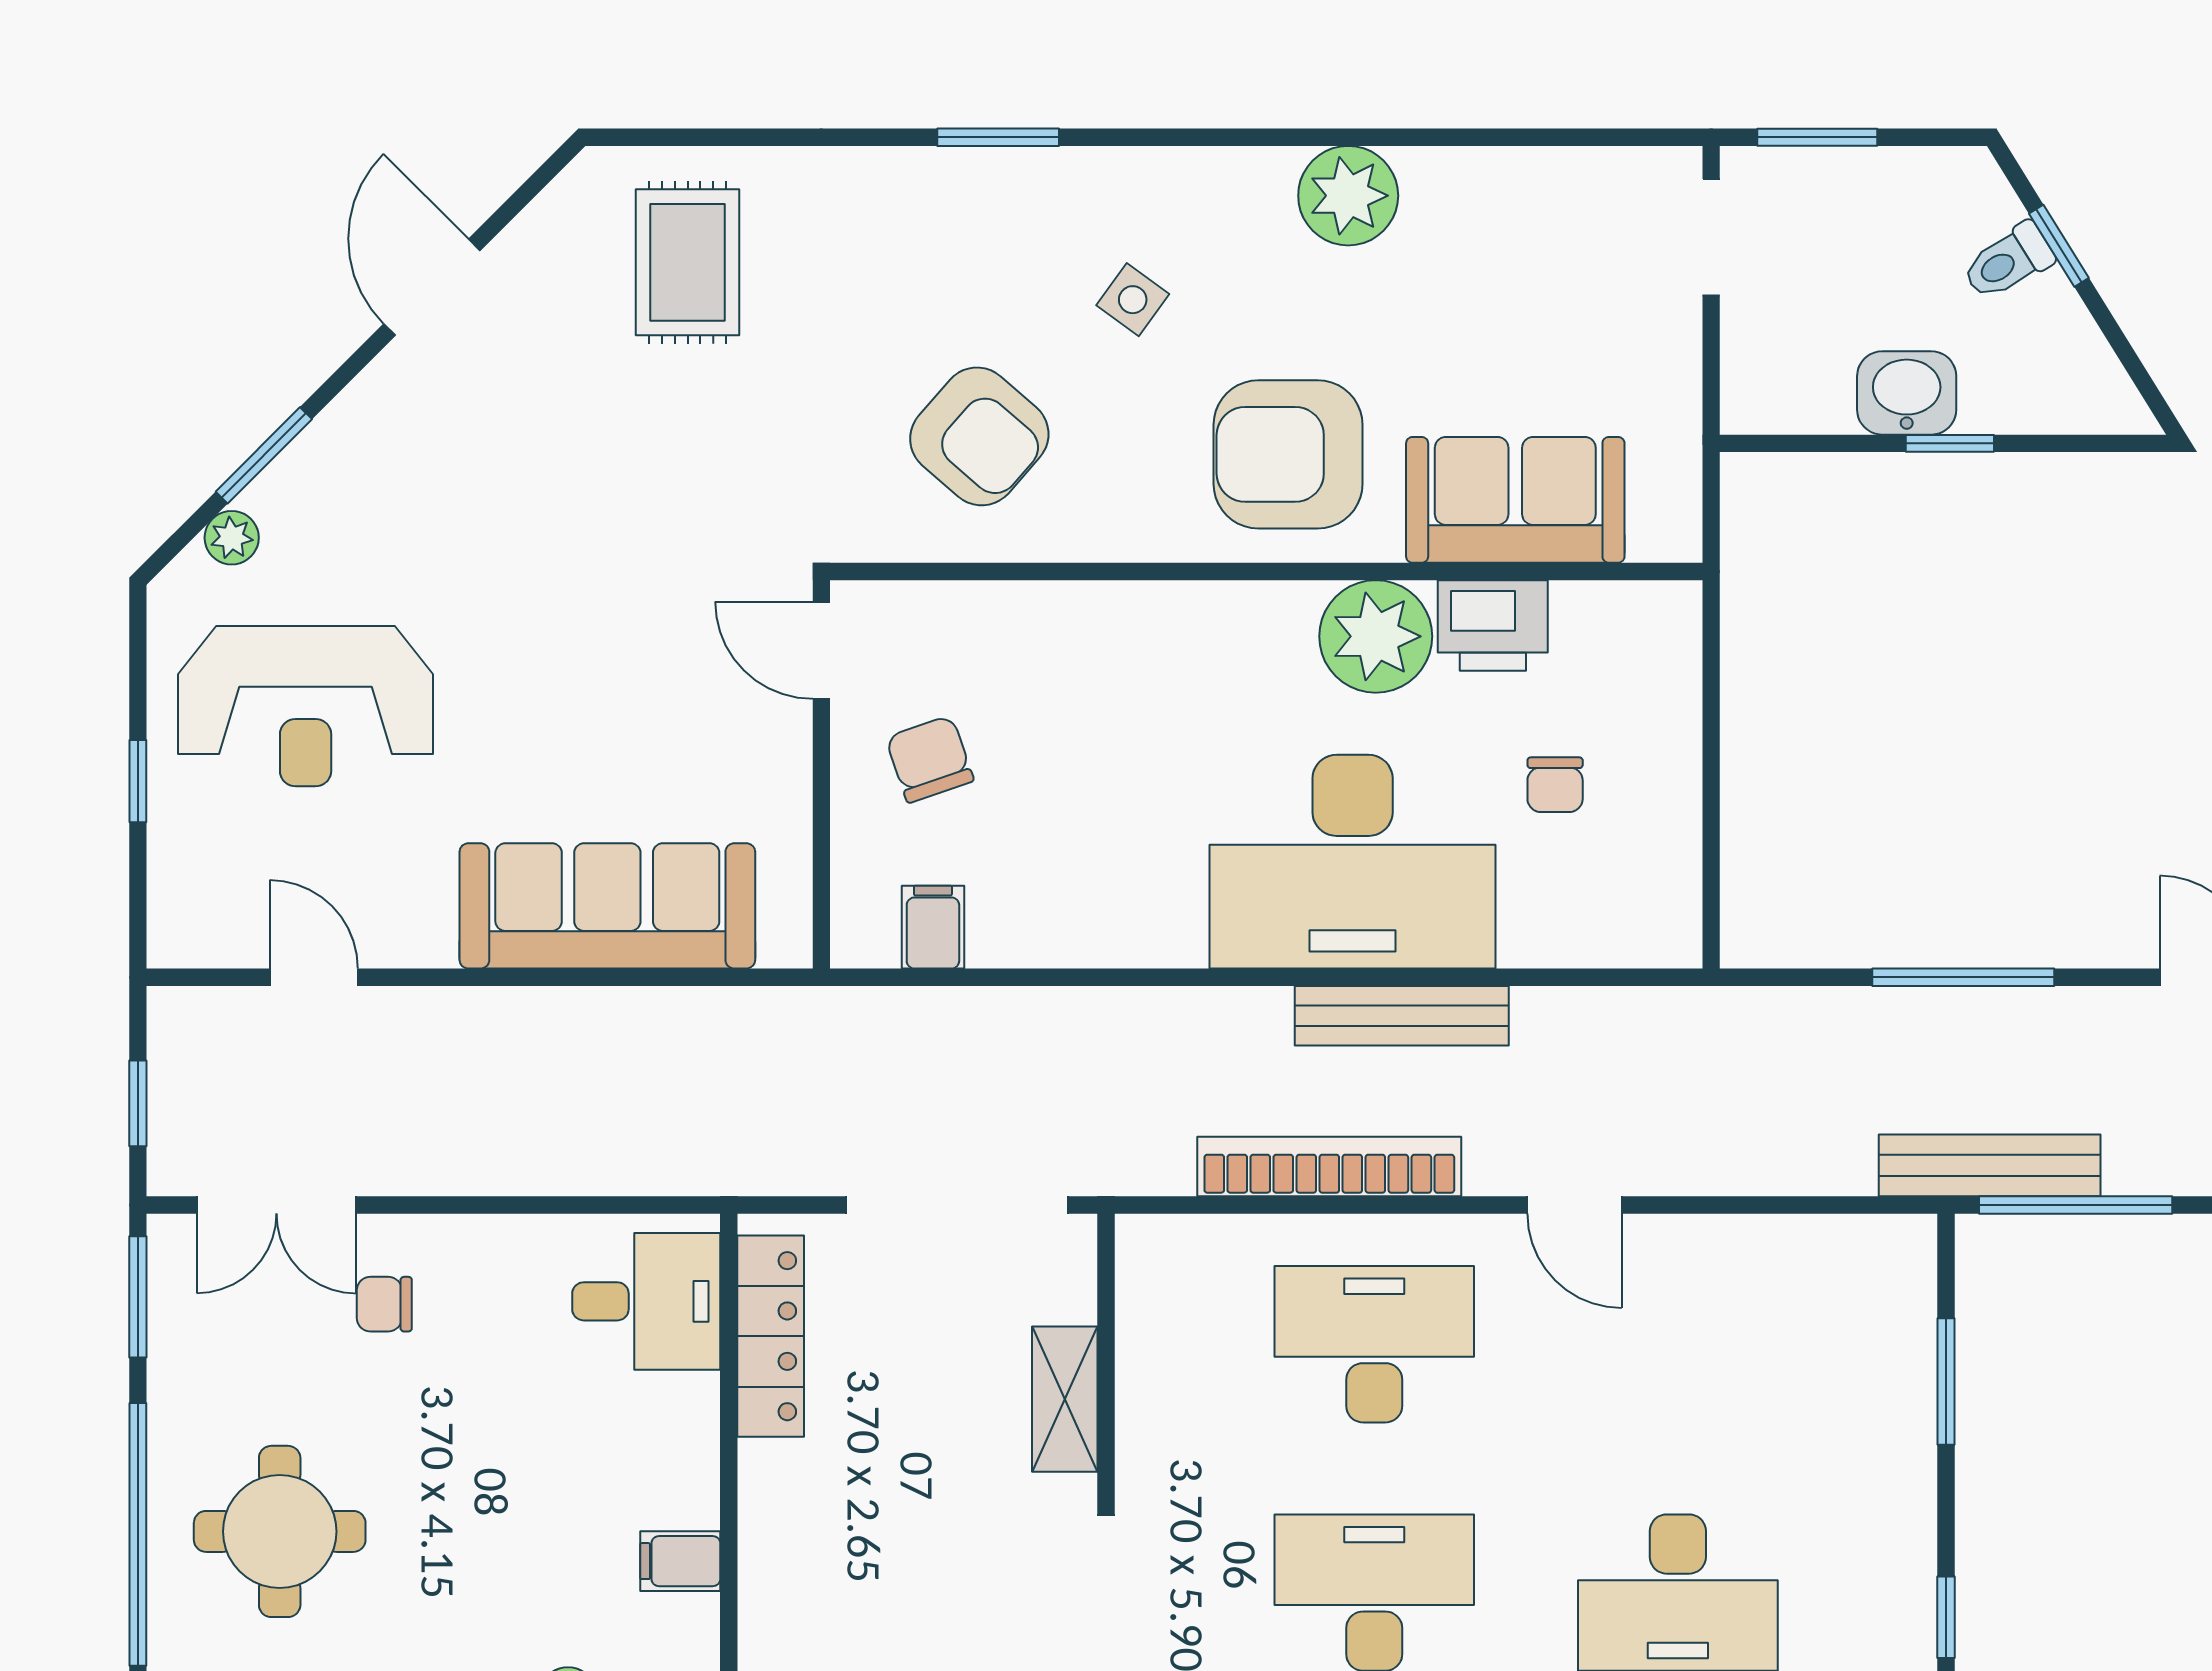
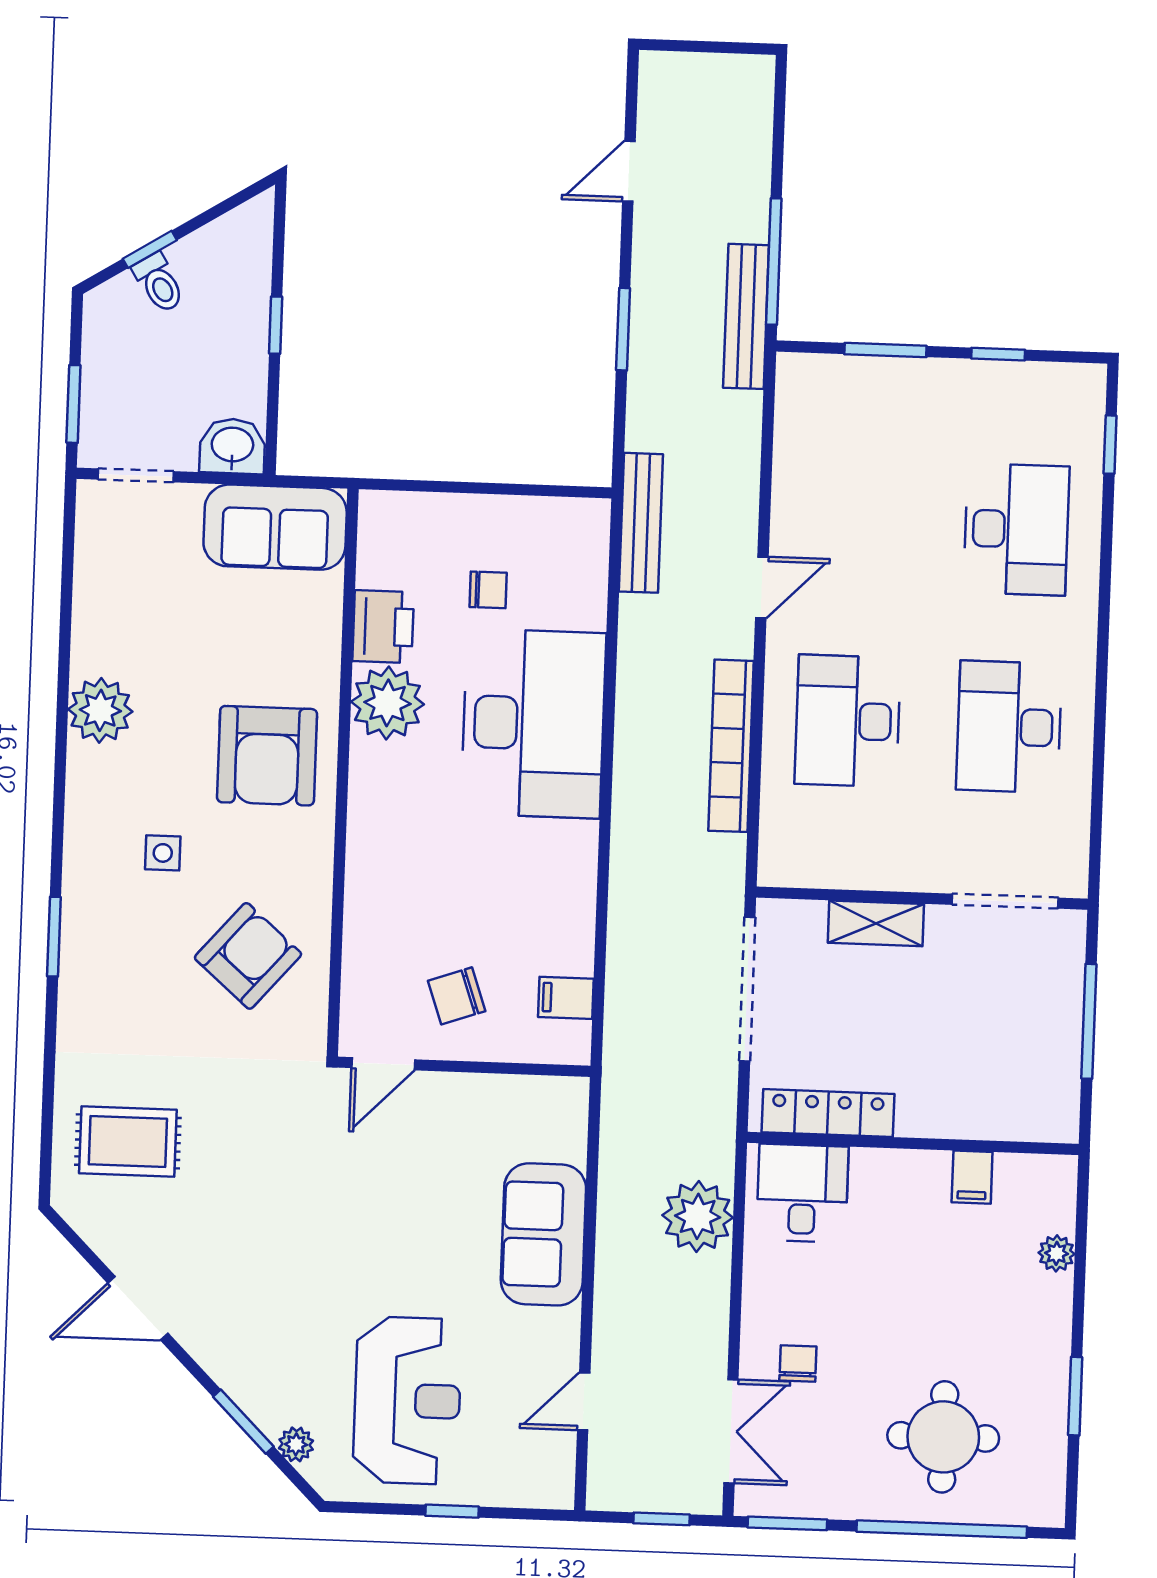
side table: (1133, 300) -> (163, 853), turned -36
washbasin: (1907, 393) -> (232, 446), moved, turned 90
sofa: (1515, 500) -> (275, 527), moved, turned -90
sofa: (607, 906) -> (543, 1234), width x0.73
window: (1963, 977) -> (623, 329), width x0.69
bench: (1402, 1016) -> (641, 523), moved
plant: (604, 1142) -> (698, 1216), added
chair: (384, 1304) -> (798, 1363), turned 180
window: (1946, 1617) -> (998, 354), moved

